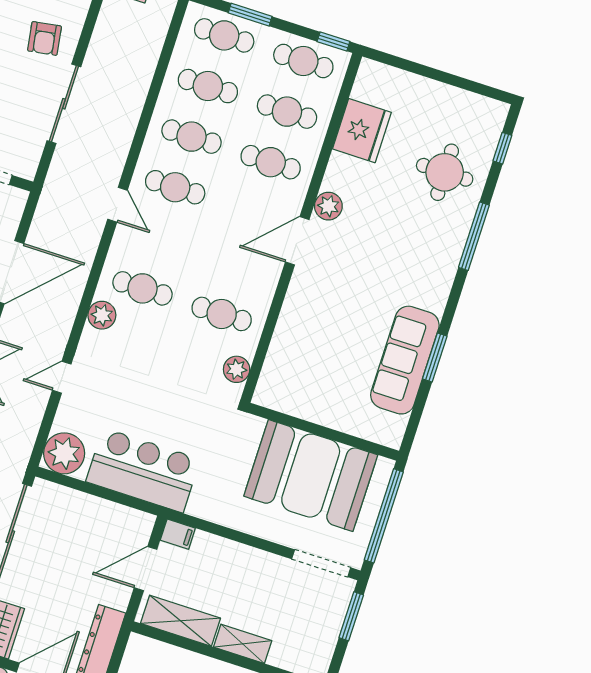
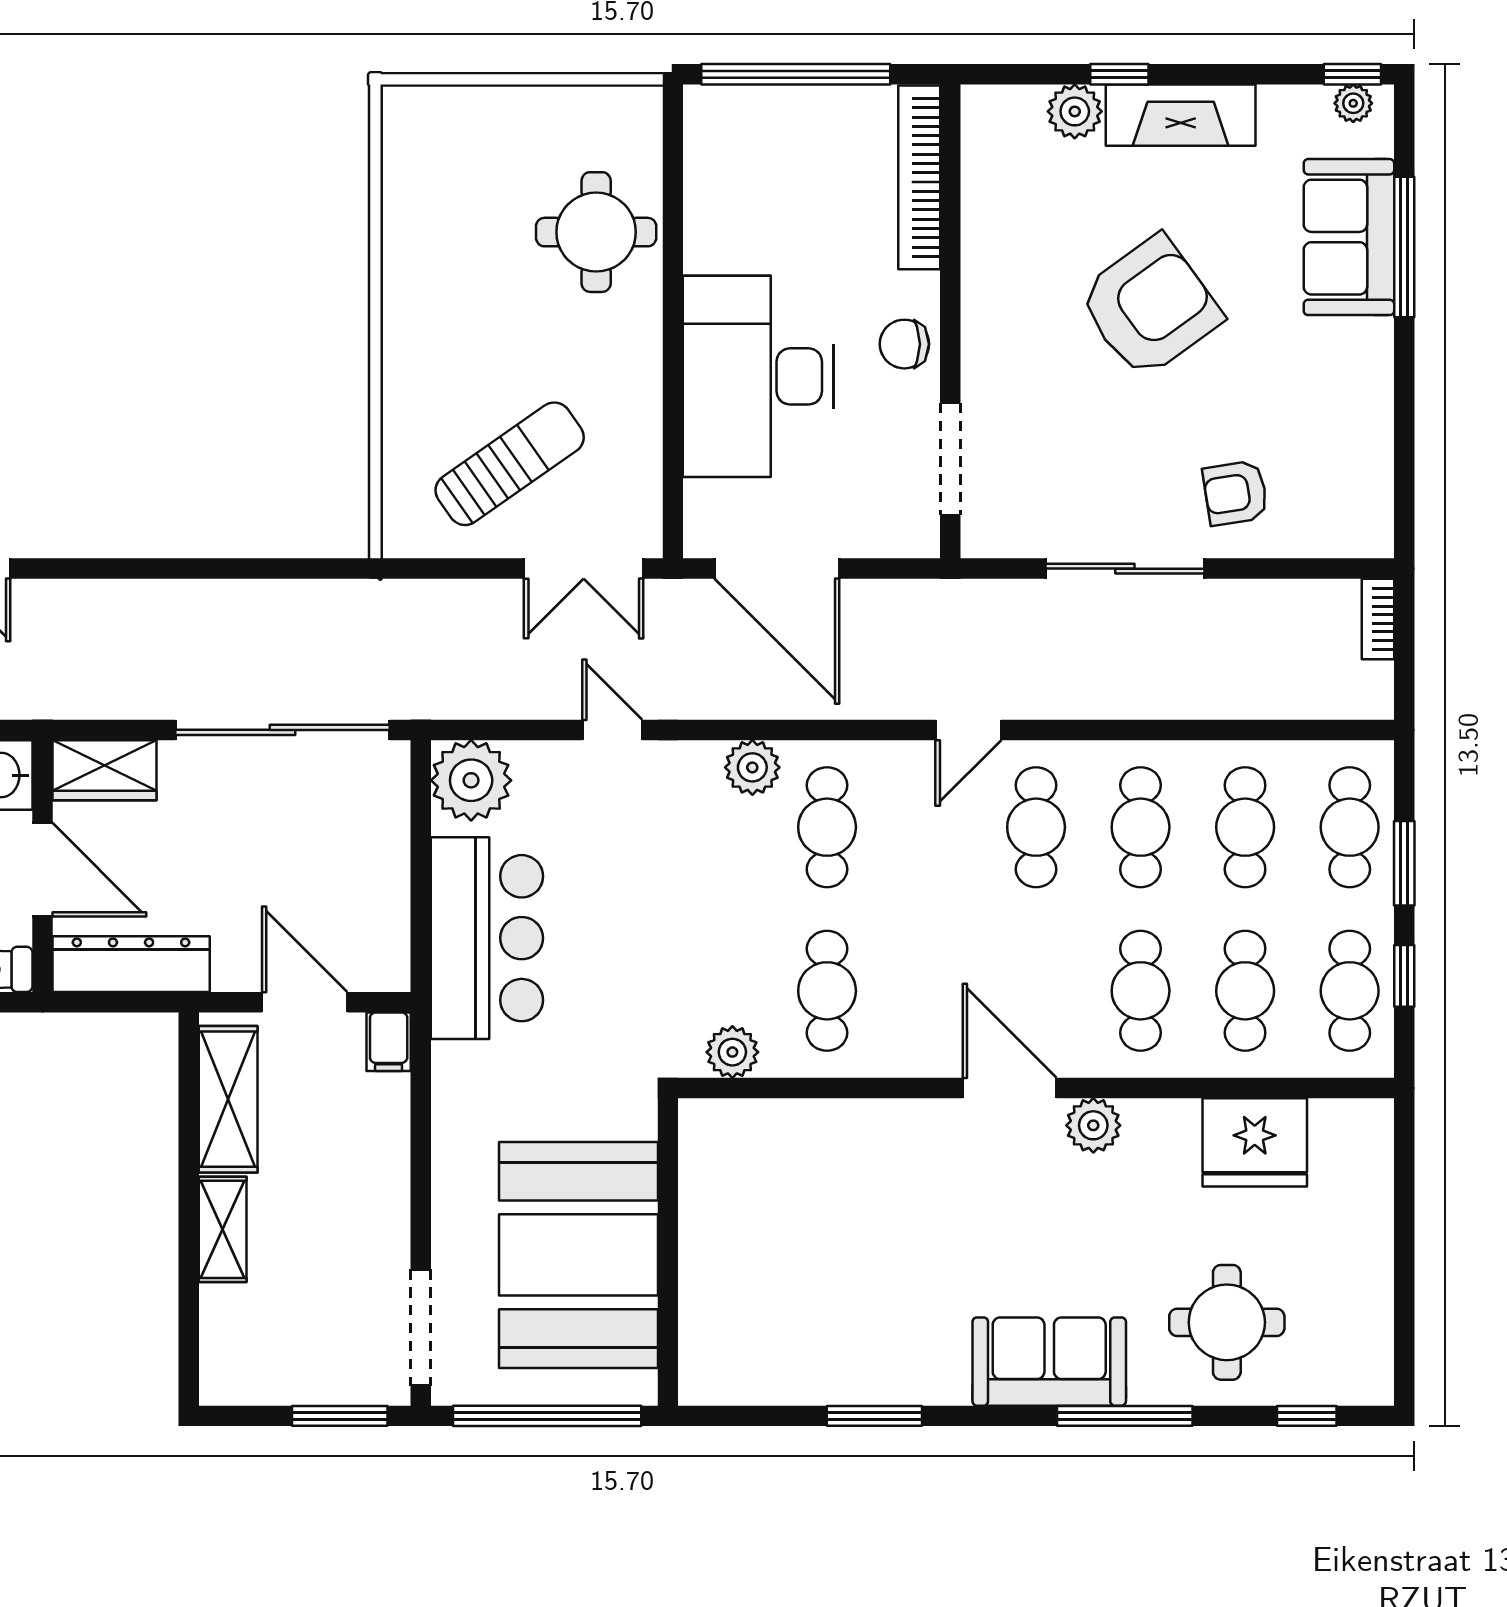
window: (333, 42) -> (1404, 976), moved
sofa: (405, 360) -> (1049, 1362), moved, width x0.73

